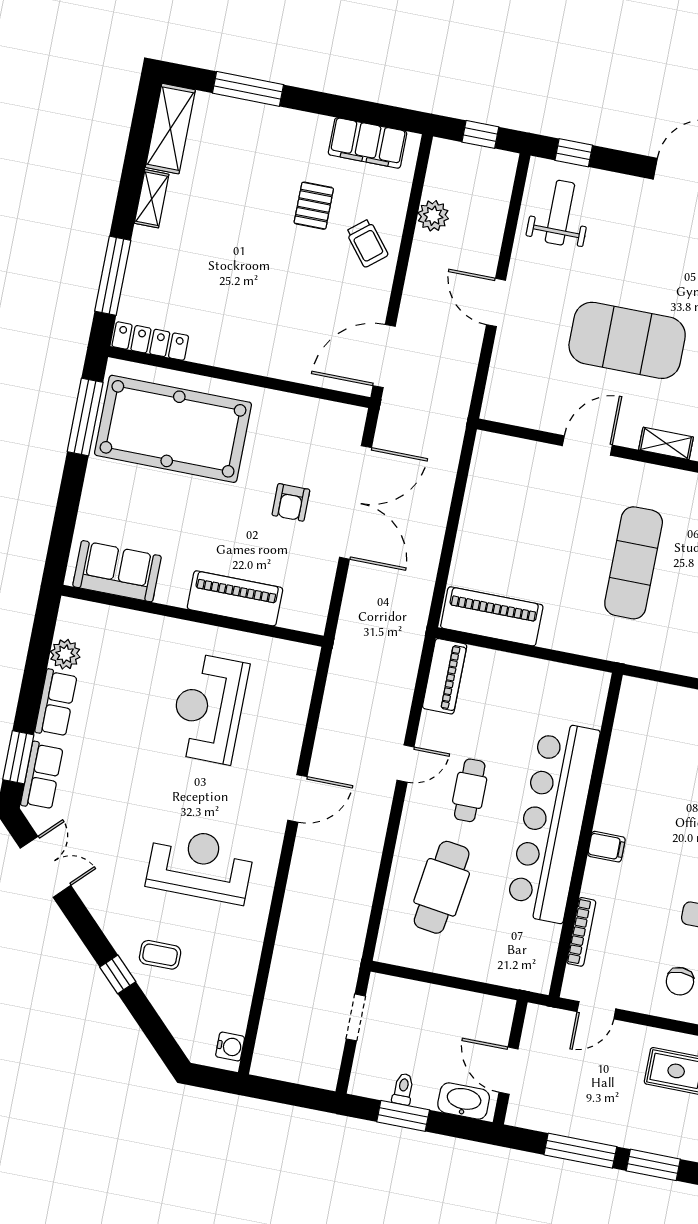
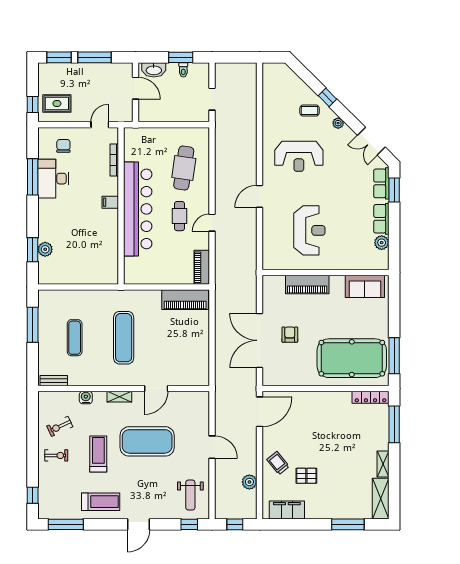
pallet: (314, 206) -> (306, 476), turned 90
plant: (106, 917) -> (338, 123), added
water cooler: (230, 1047) -> (268, 74), removed

